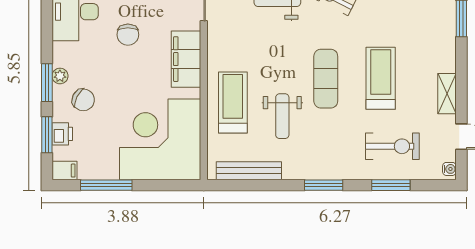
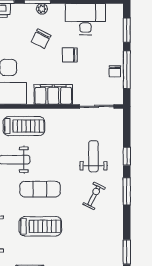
chair: (83, 100) -> (41, 39), moved

